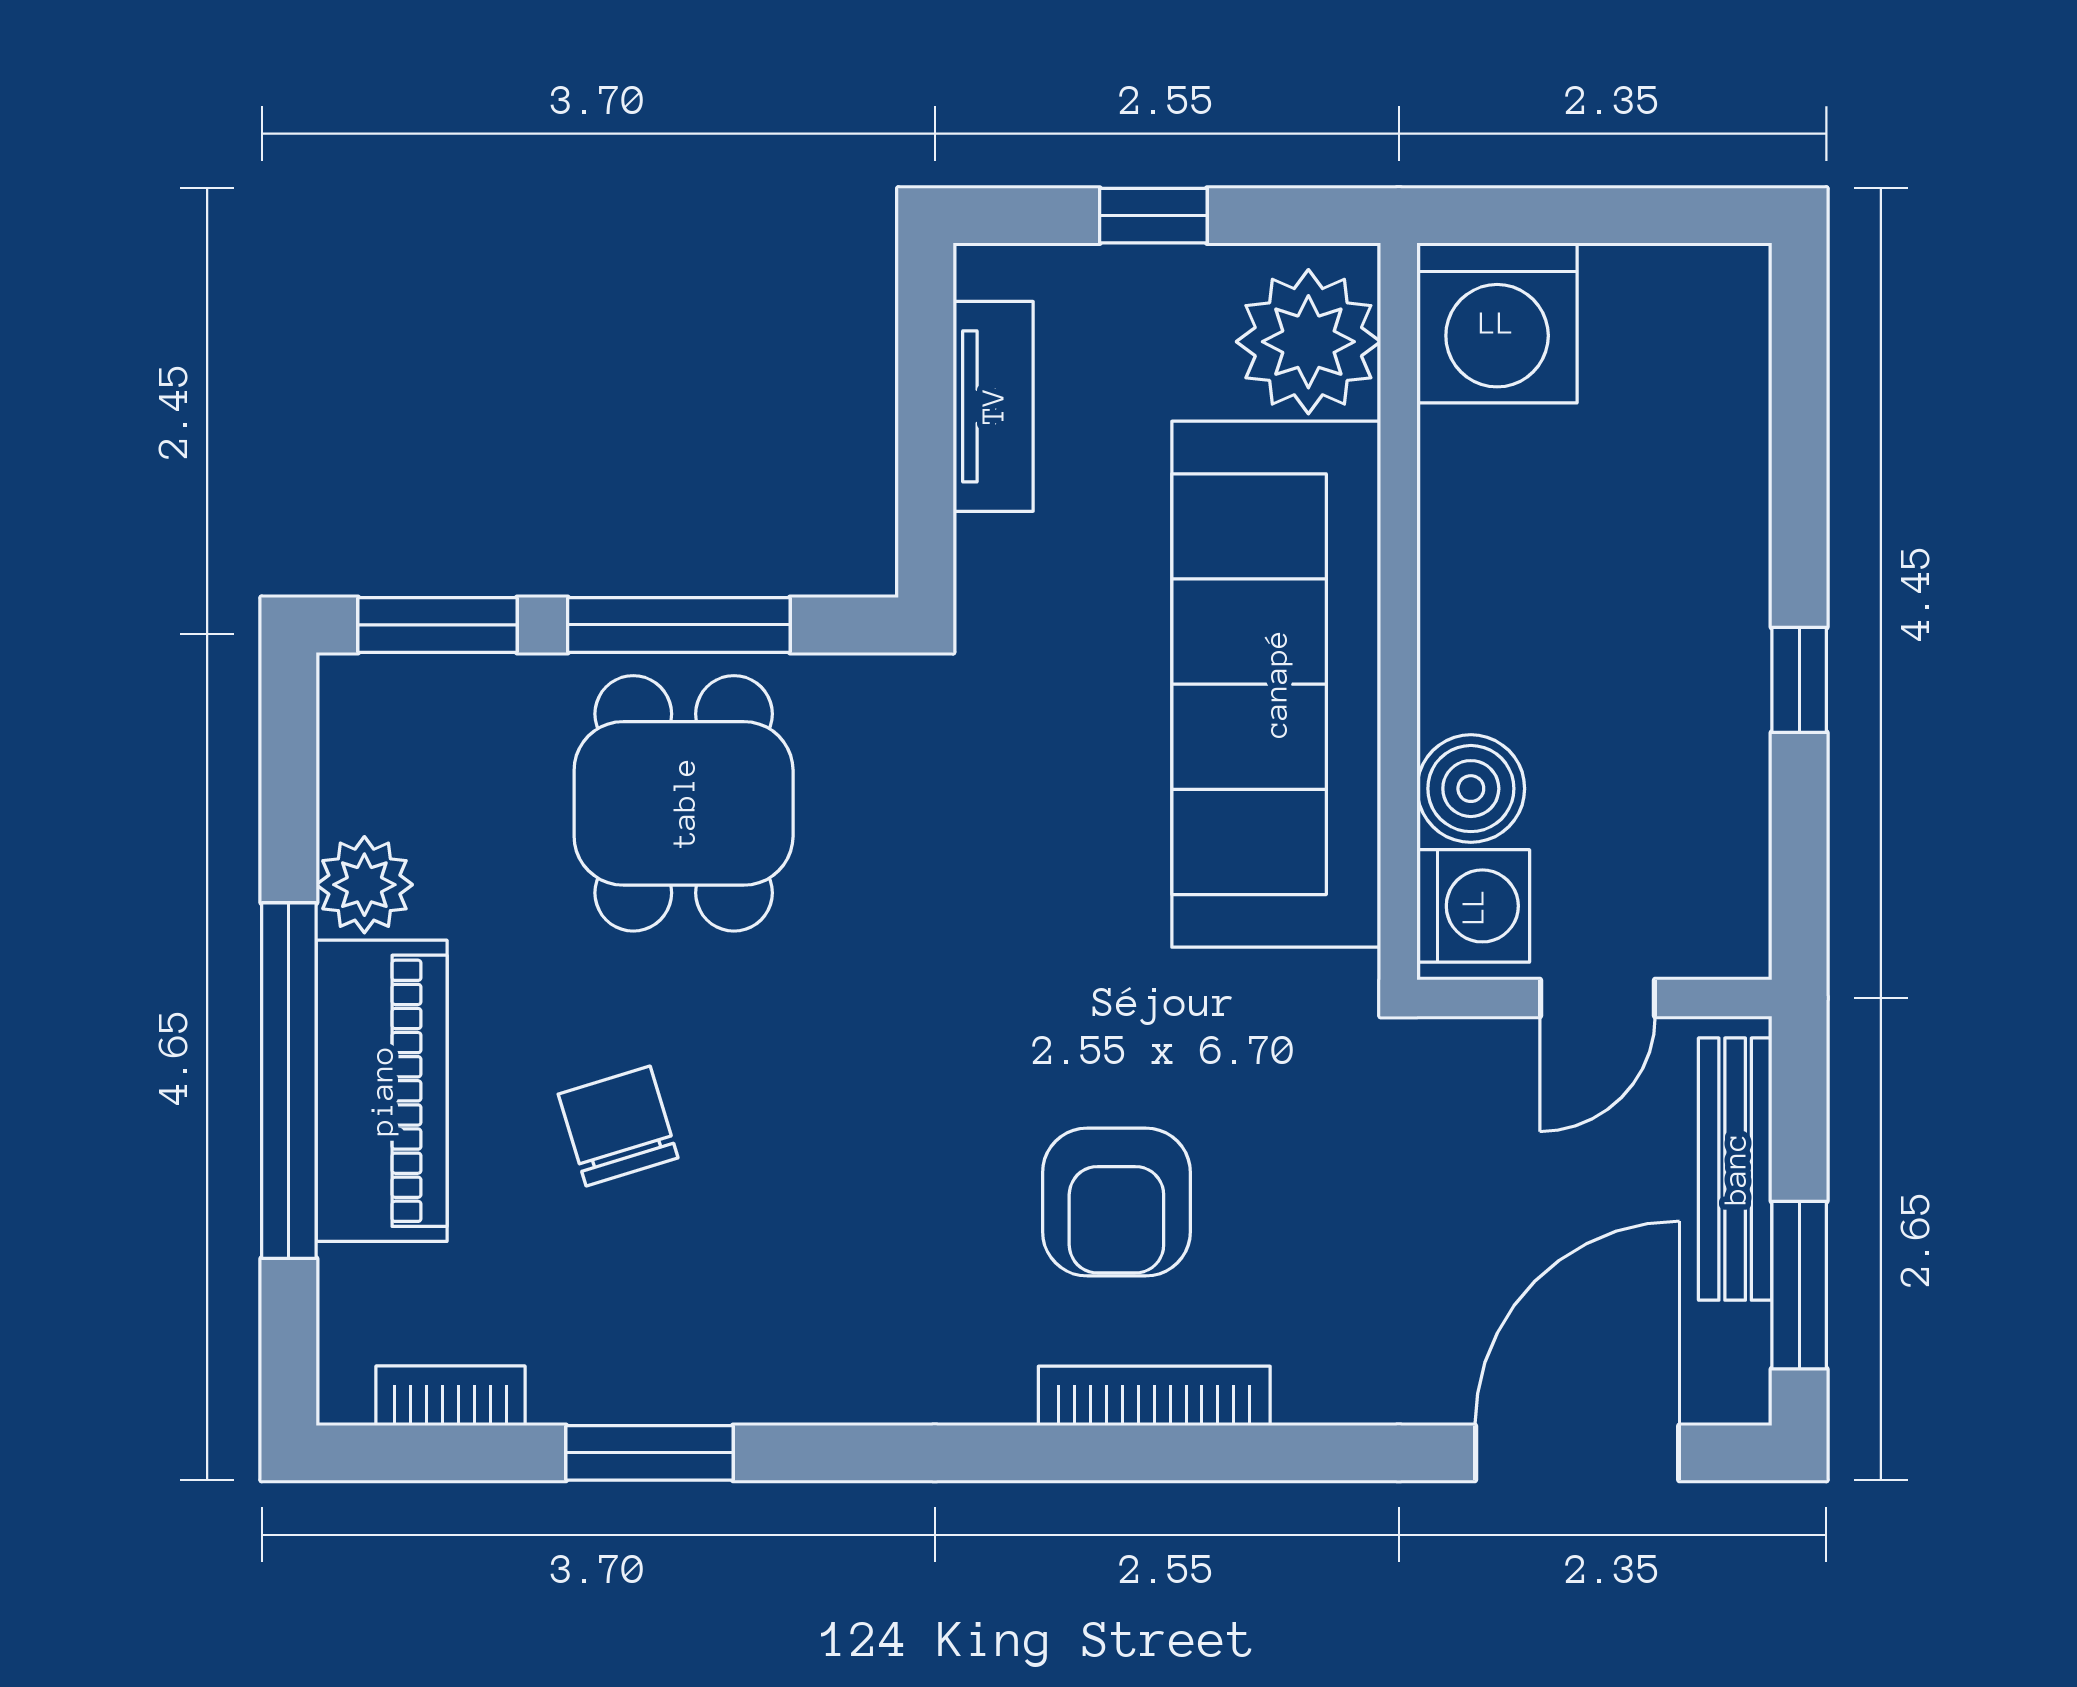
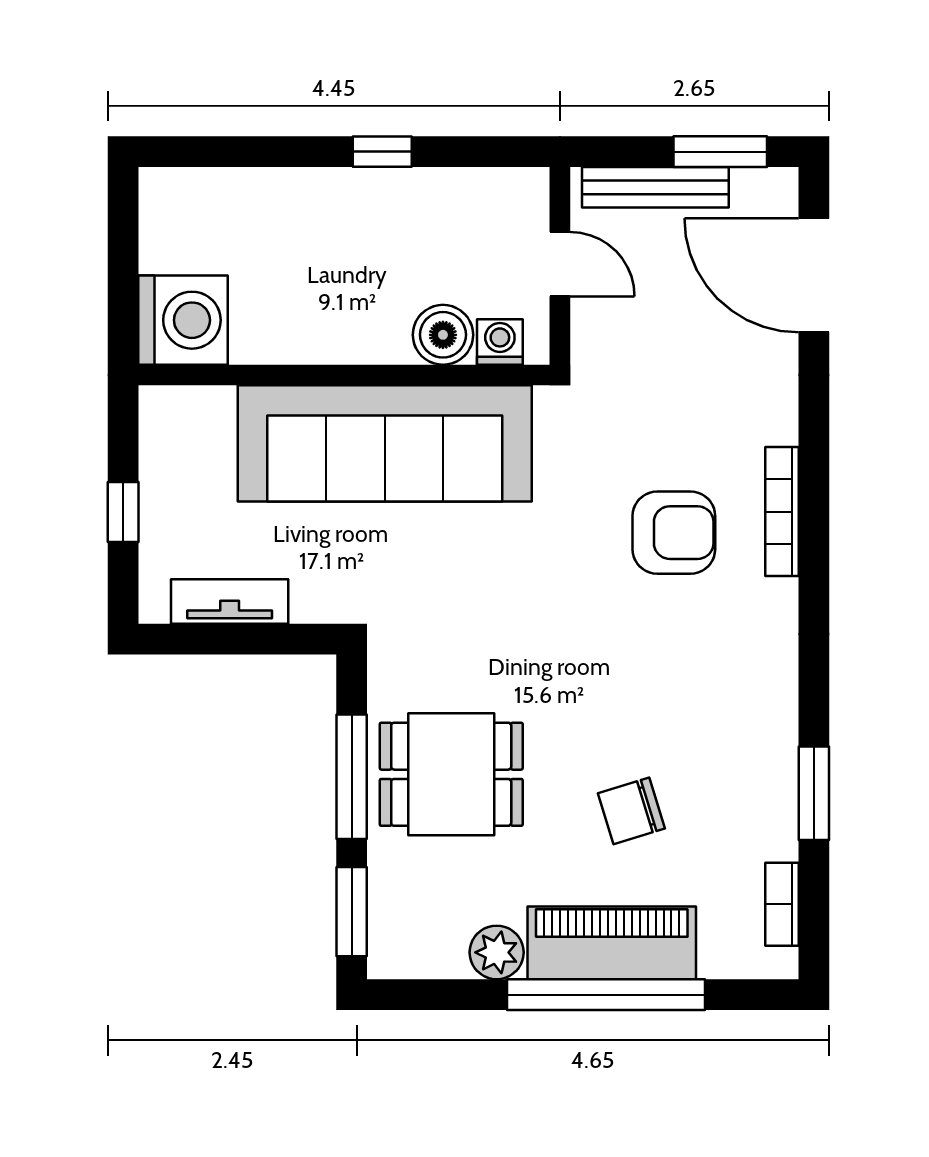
plant: (1308, 342) -> (194, 425), removed
washing machine: (1473, 906) -> (500, 342), width x0.73, depth x0.73

